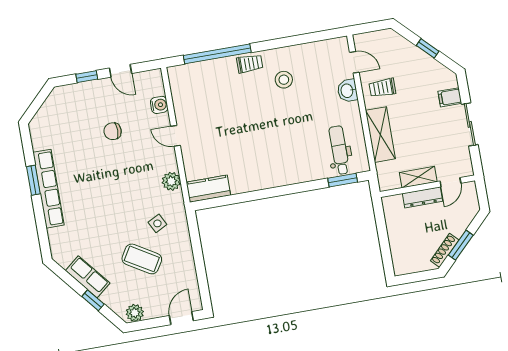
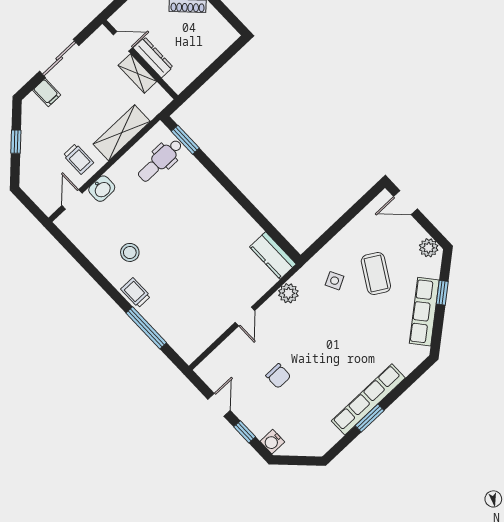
window: (217, 54) -> (146, 328), width x0.68
water cooler: (159, 105) -> (272, 442), moved, turned -90
row of seats: (88, 277) -> (424, 312), width x1.48

